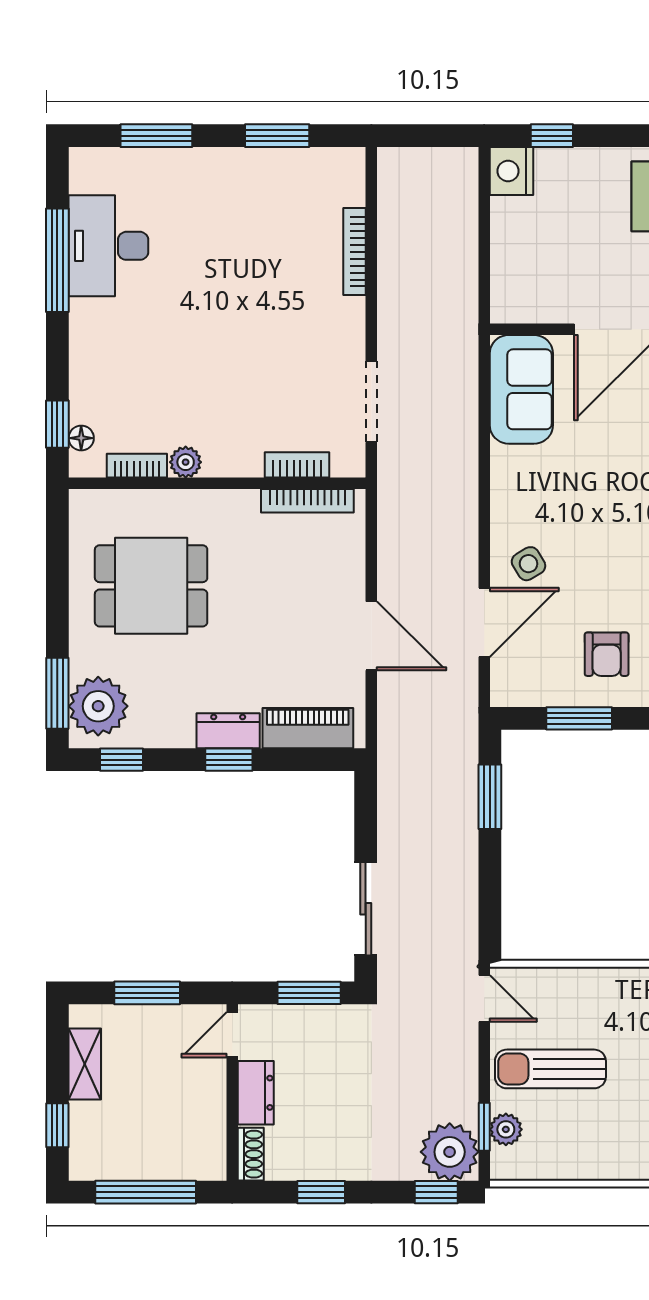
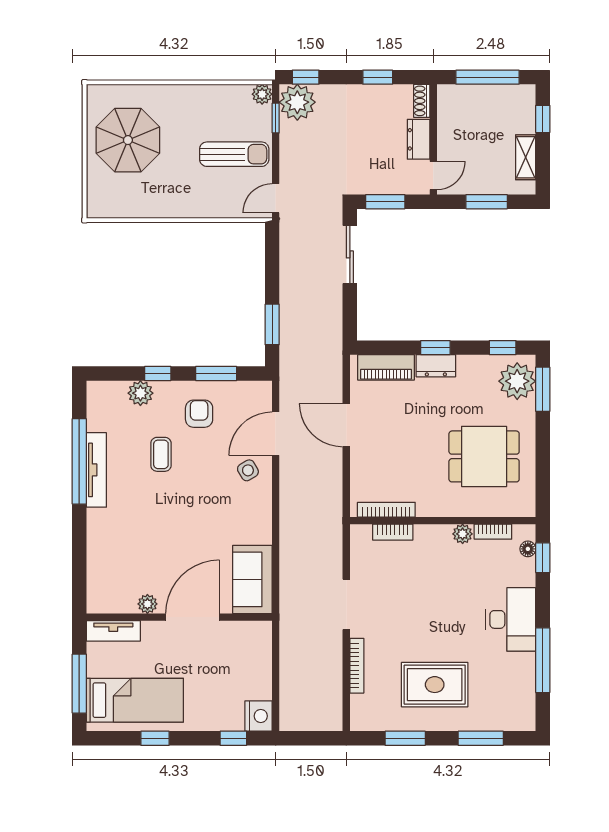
rug: (230, 221) -> (435, 685), added
desk: (108, 246) -> (511, 619), moved
doorway: (371, 402) -> (346, 604), moved
door: (484, 998) -> (276, 198), hinge flipped
plant: (506, 1129) -> (262, 94), moved

